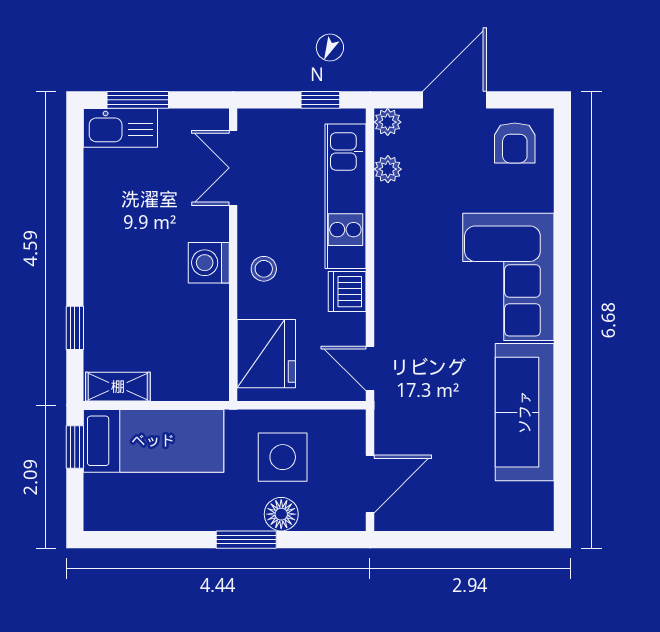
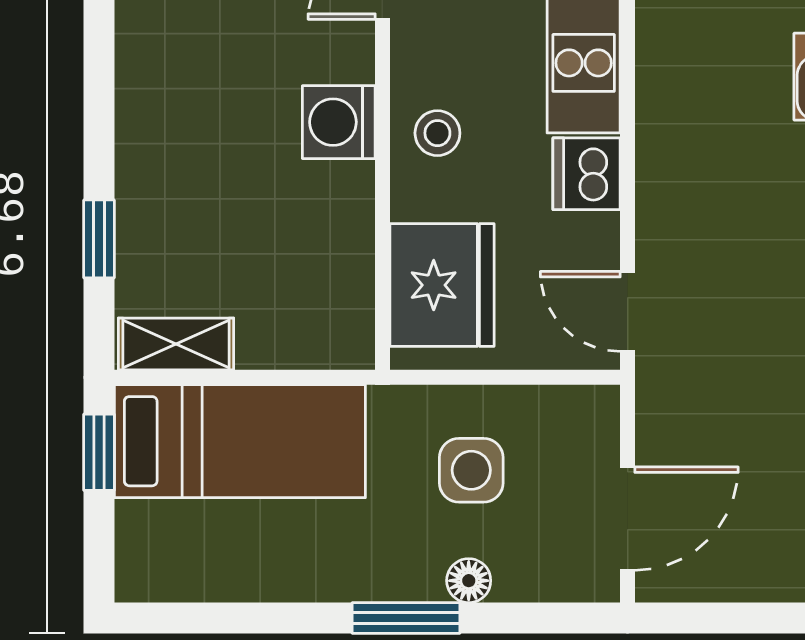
side table: (283, 457) -> (471, 470), width x0.73, depth x0.73
floor lamp: (281, 514) -> (469, 581), width x0.73, depth x0.73

